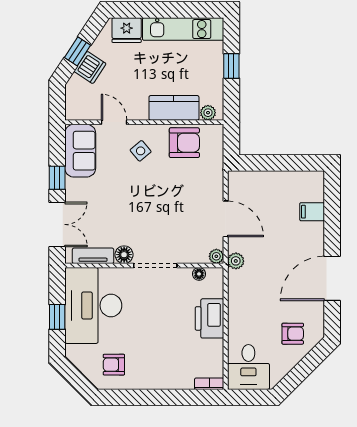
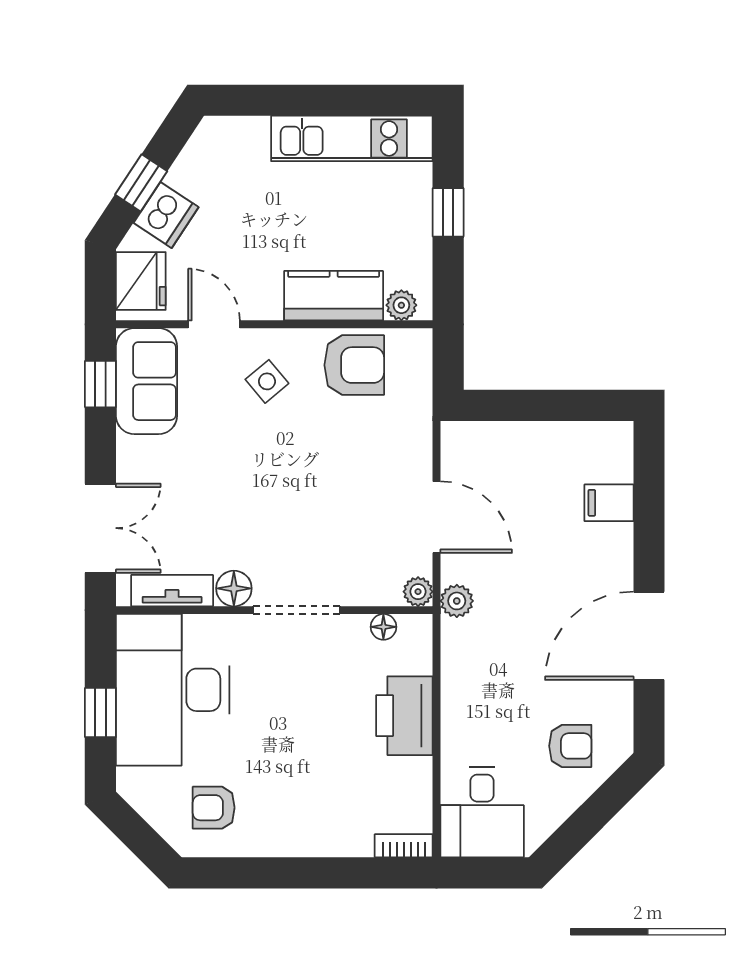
fridge: (127, 30) -> (141, 281), moved, turned -90
window: (57, 178) -> (100, 384), moved

